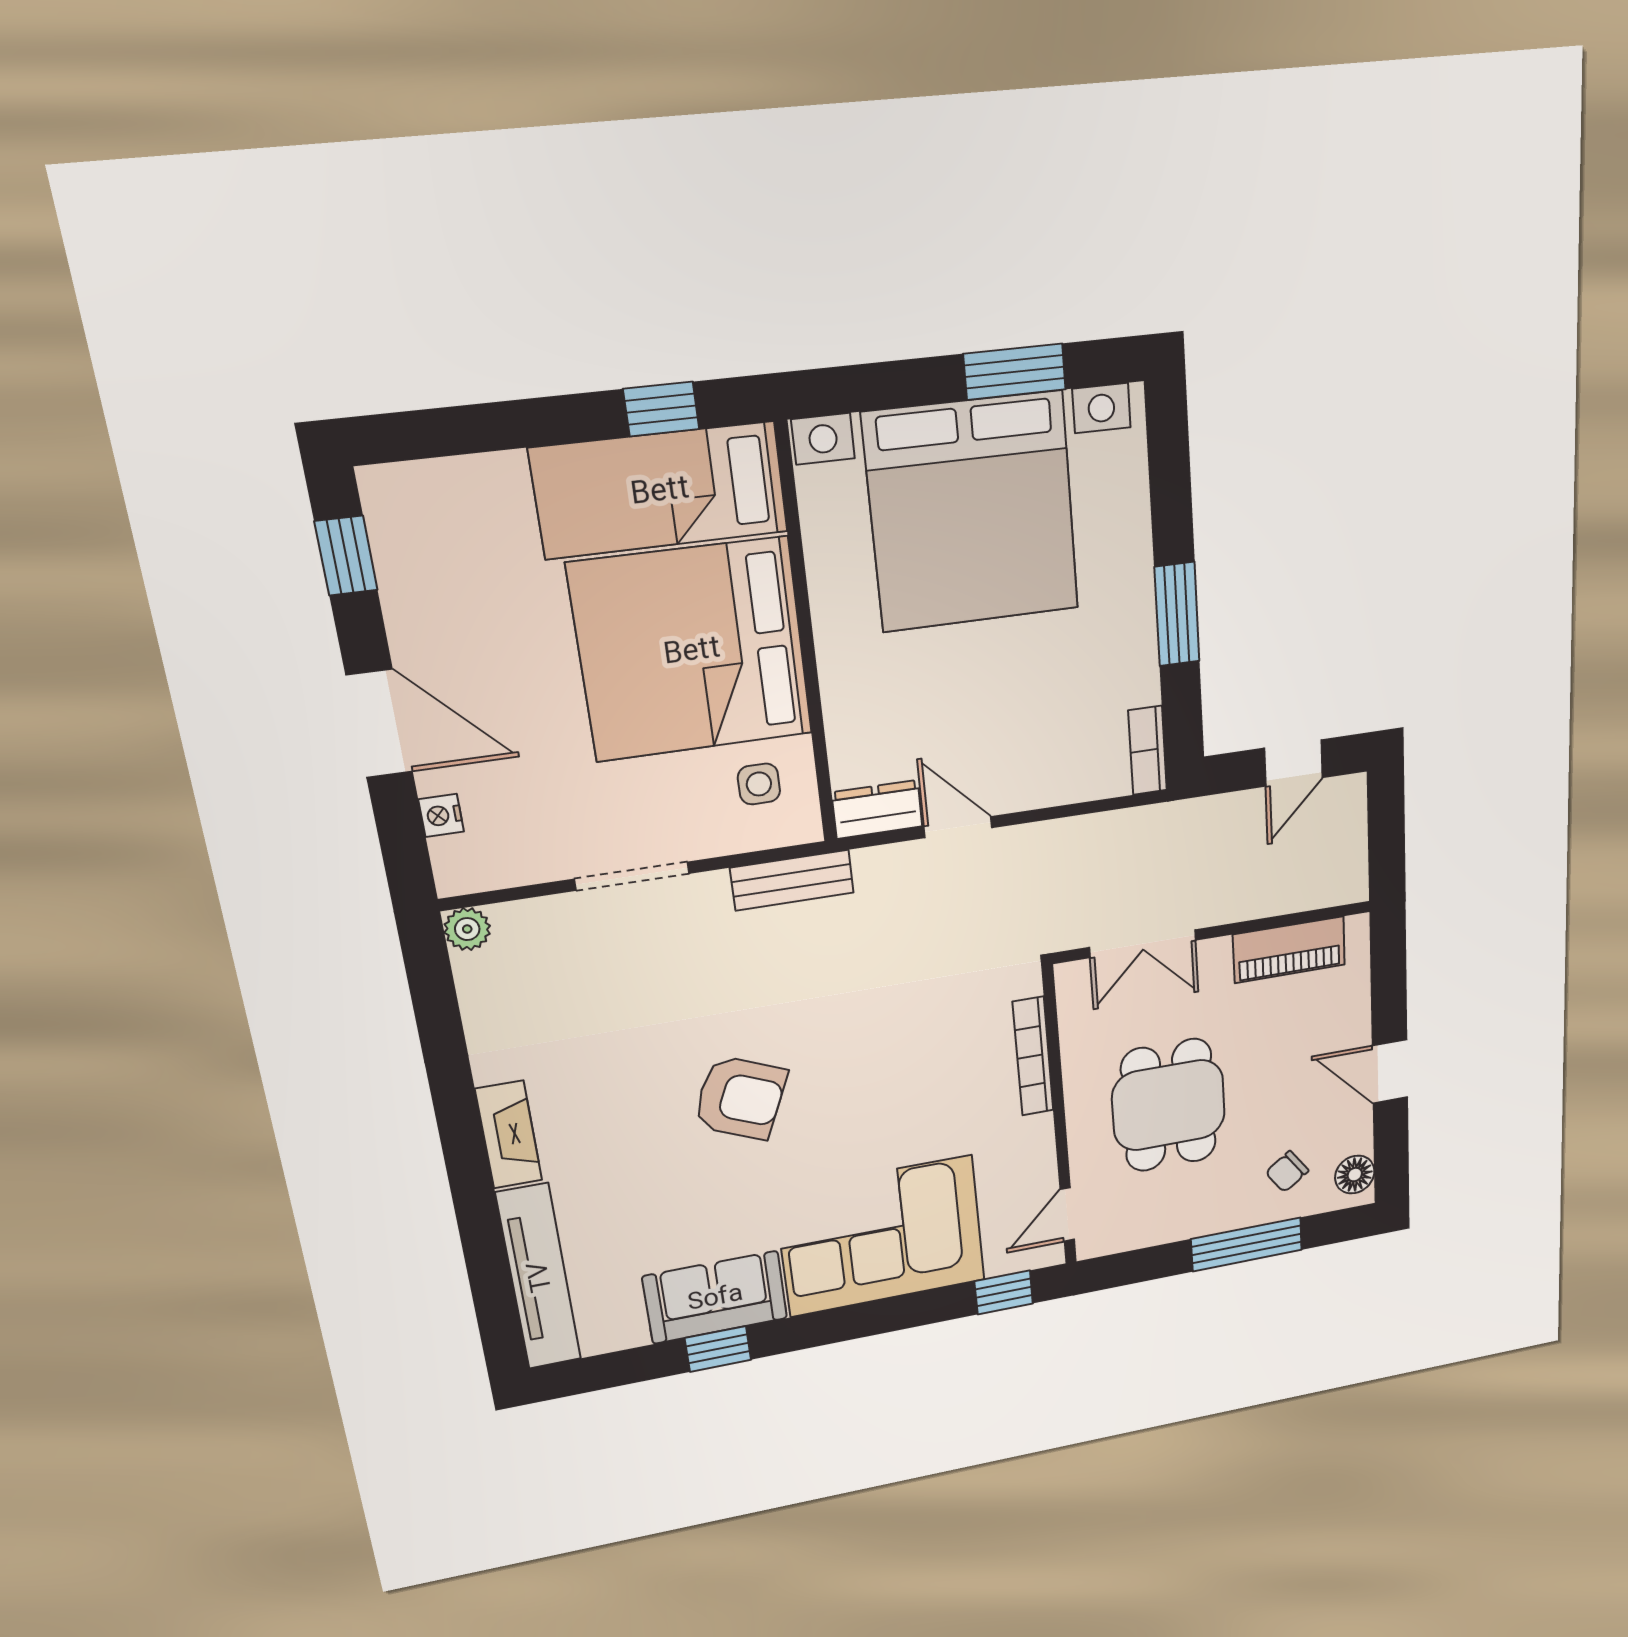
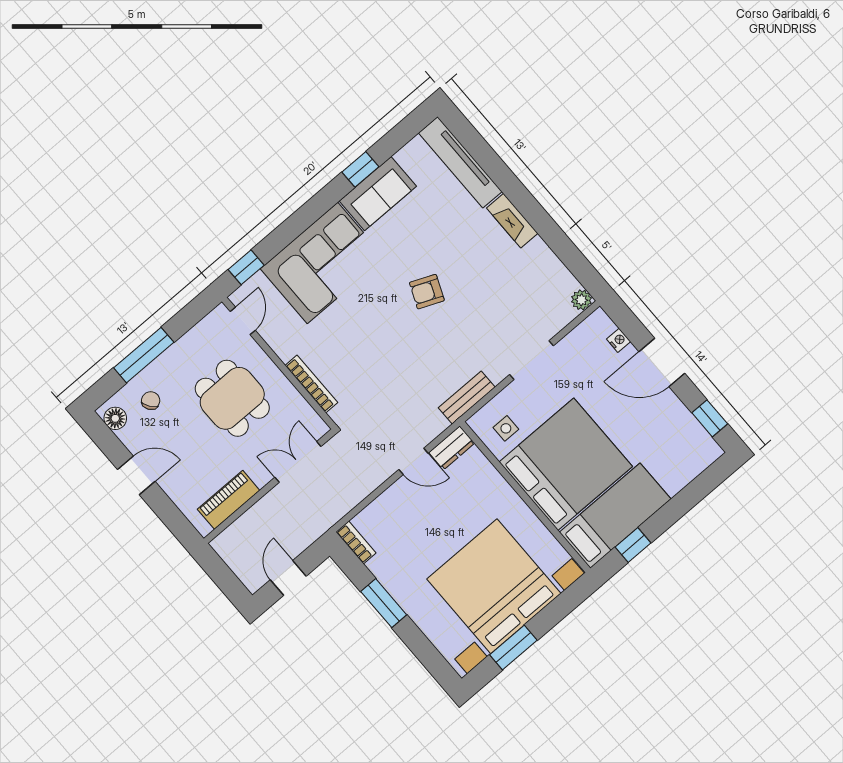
armchair: (740, 1098) -> (427, 292), width x0.72, depth x0.72

